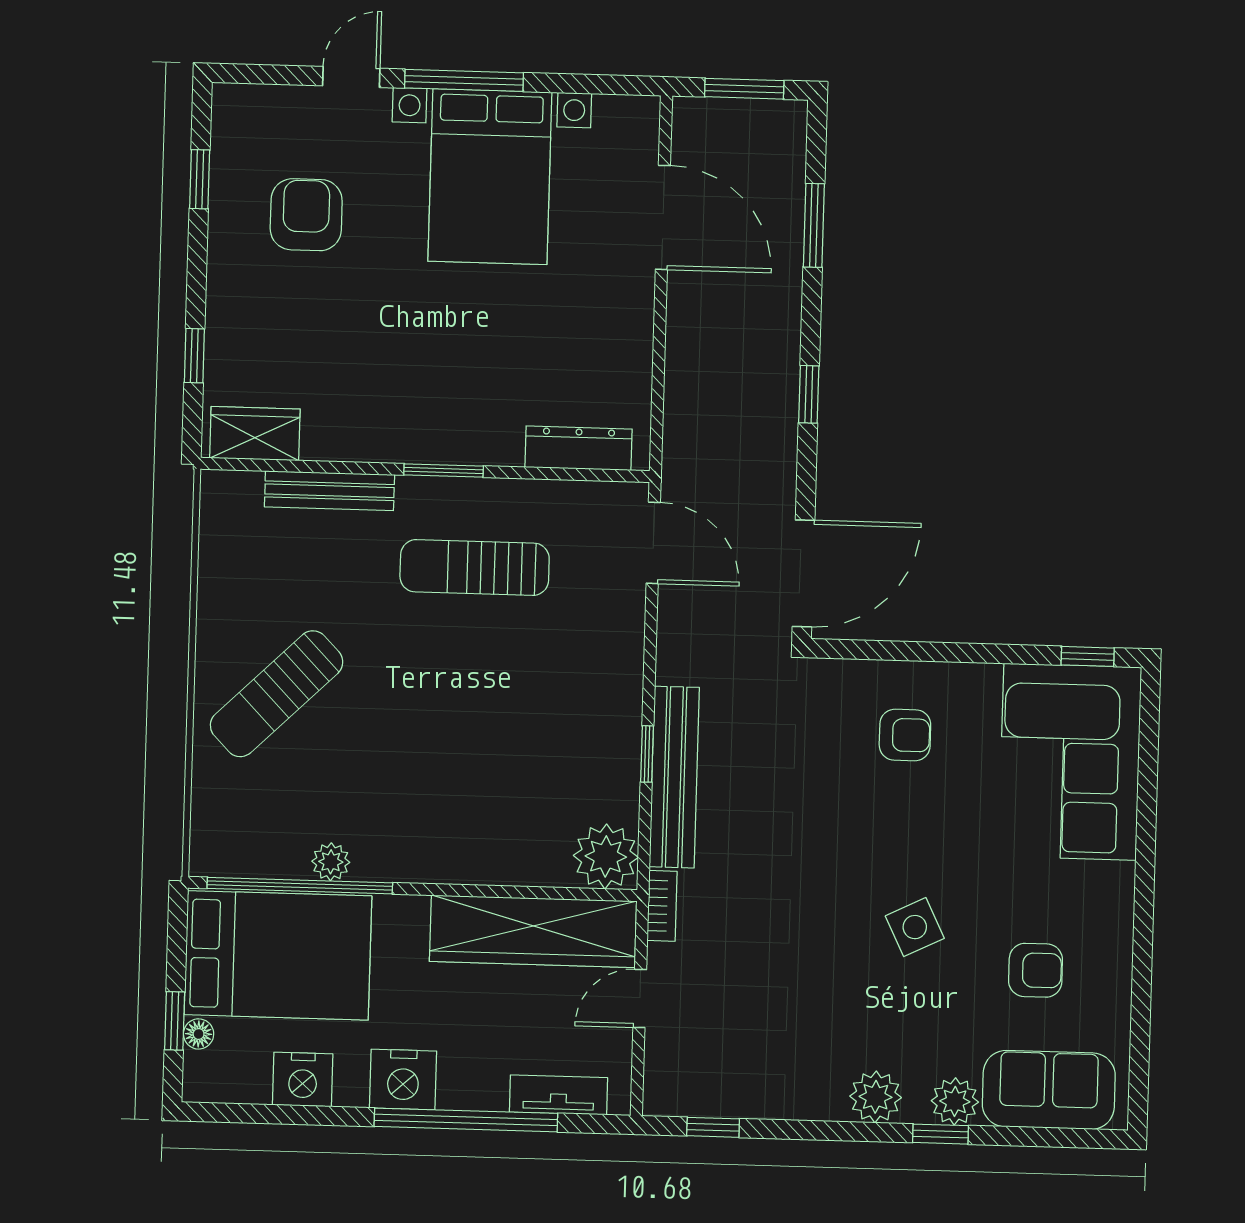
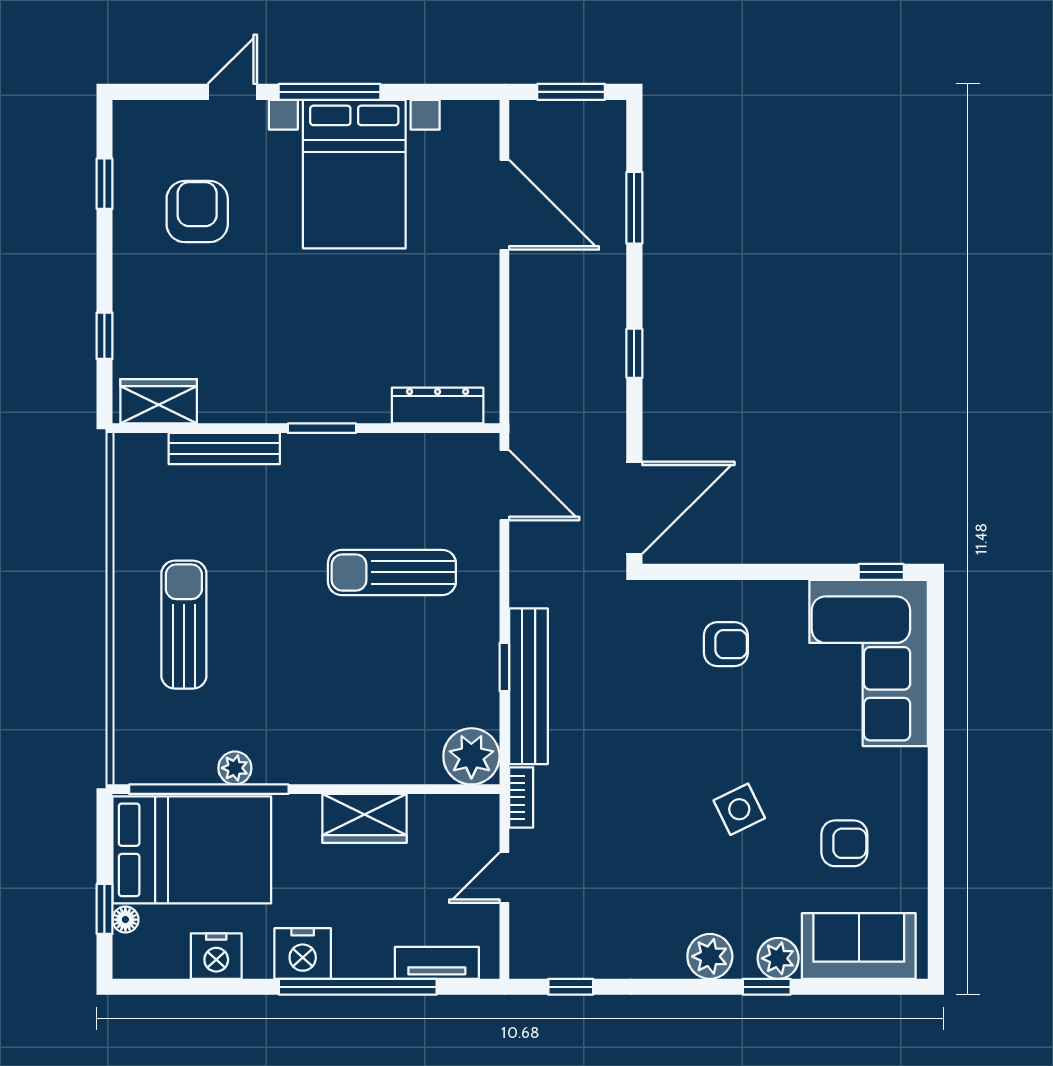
sun lounger: (475, 568) -> (392, 572), moved
sun lounger: (277, 694) -> (184, 625), turned 134
wardrobe: (533, 931) -> (364, 818), width x0.48, depth x0.85

